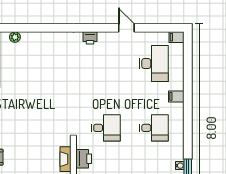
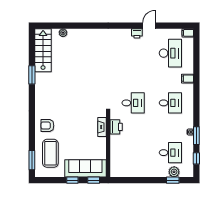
door: (126, 28) -> (149, 26), hinge flipped
printer: (90, 38) -> (137, 33), moved

